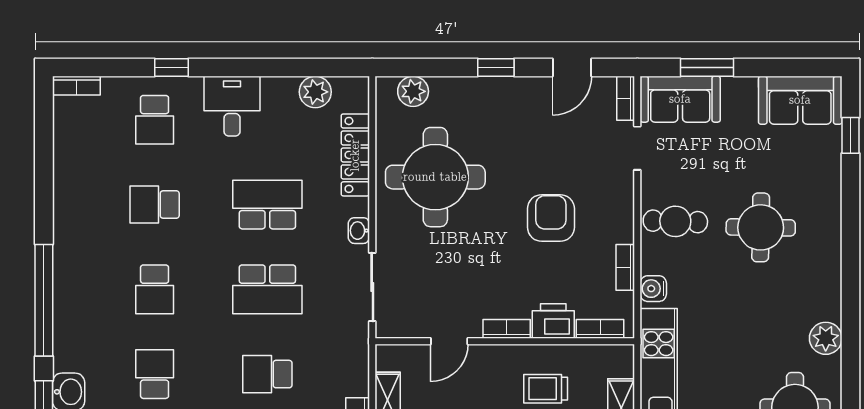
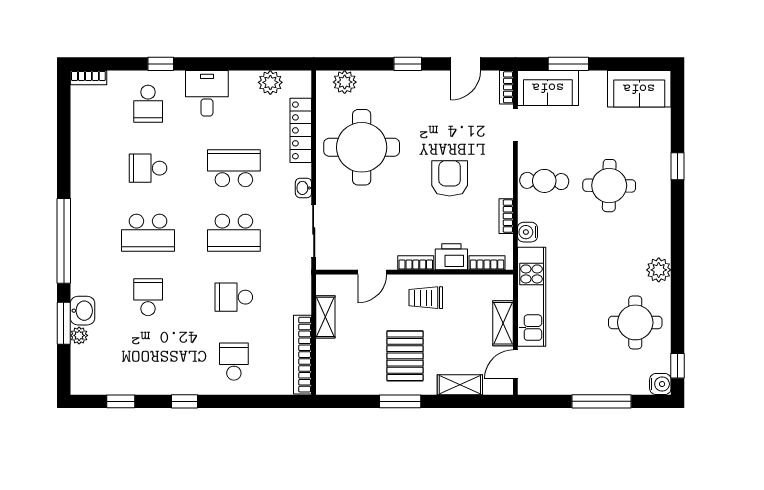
window: (851, 135) -> (678, 166), moved
school desk: (155, 289) -> (148, 233), width x1.85
trolley: (546, 389) -> (426, 298), moved

